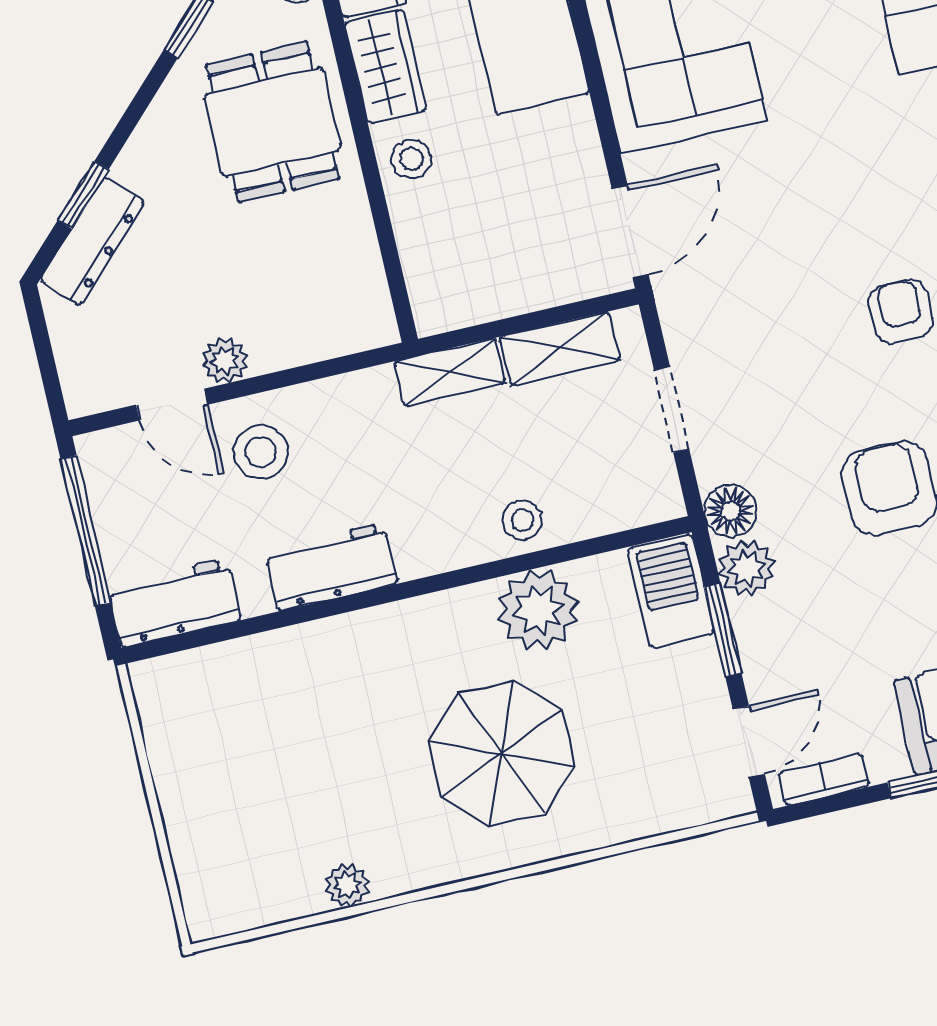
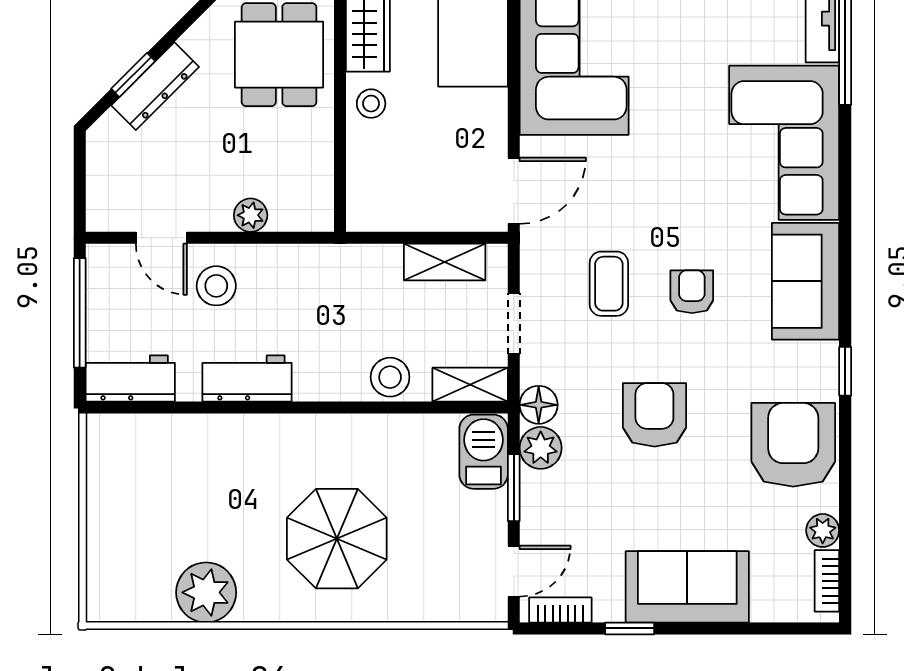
dresser: (92, 241) -> (155, 86), moved
coffee table: (787, 326) -> (609, 284), added
plant: (225, 360) -> (251, 215), moved
shelving: (450, 372) -> (470, 385), moved
stool: (522, 520) -> (390, 377), width x1.37, depth x1.37
plant: (538, 610) -> (386, 443), removed
plant: (347, 885) -> (206, 592), width x1.87, depth x1.87

